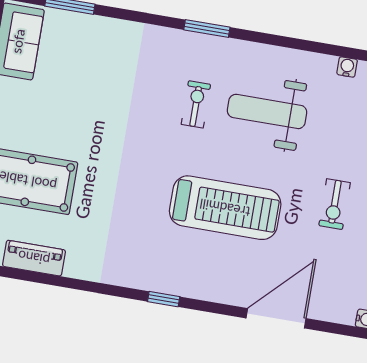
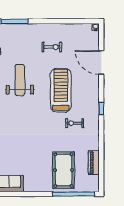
exercise bike: (196, 104) -> (75, 123), moved
weight bench: (267, 111) -> (20, 80), turned 180

